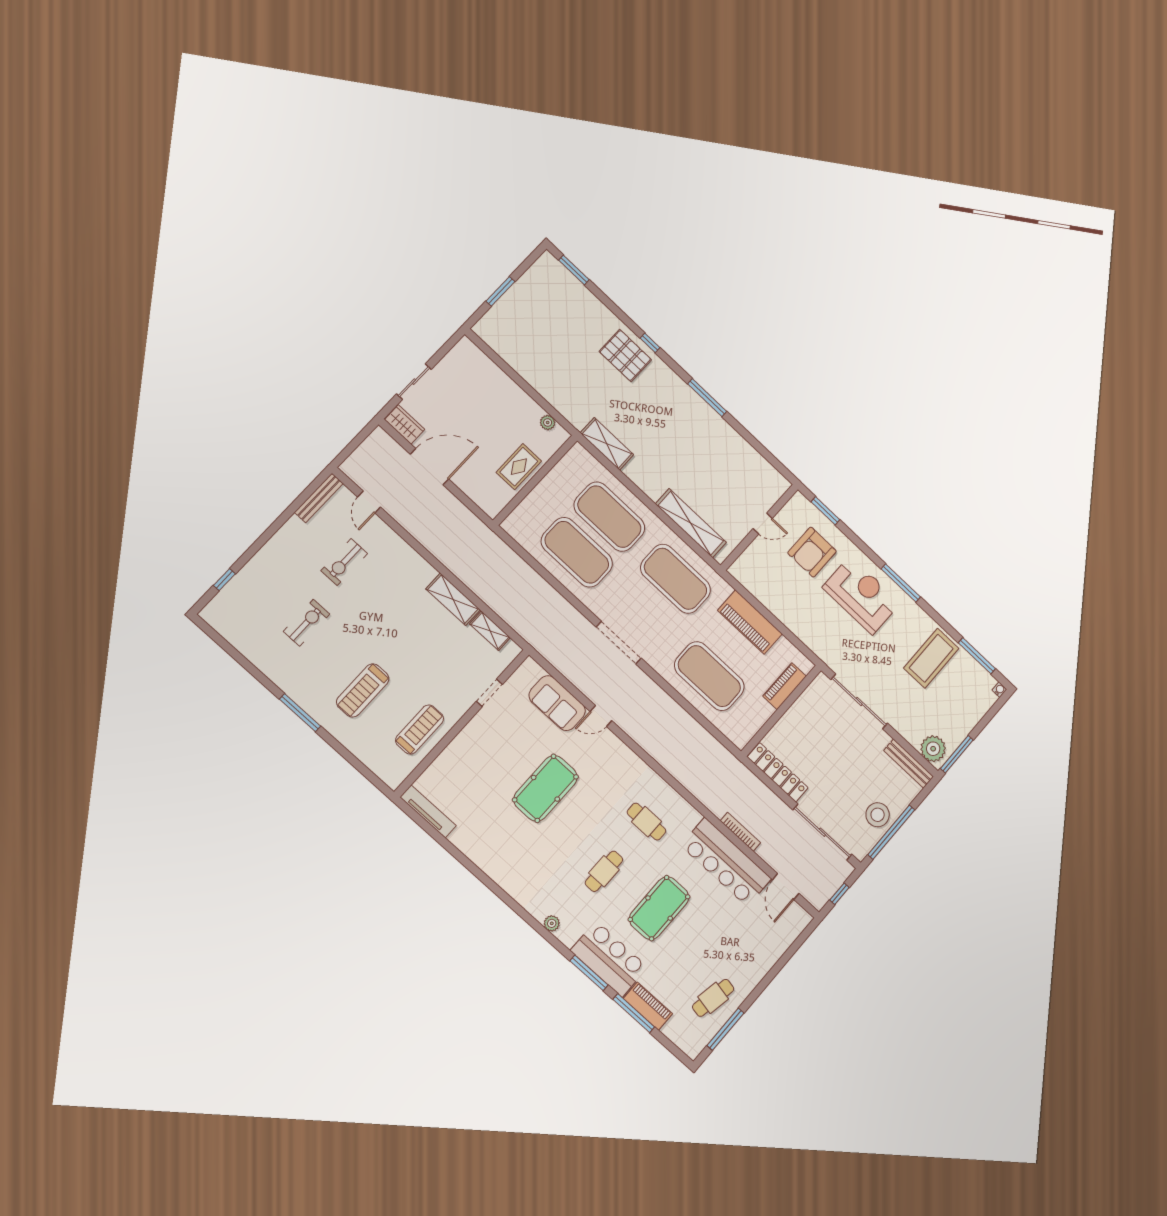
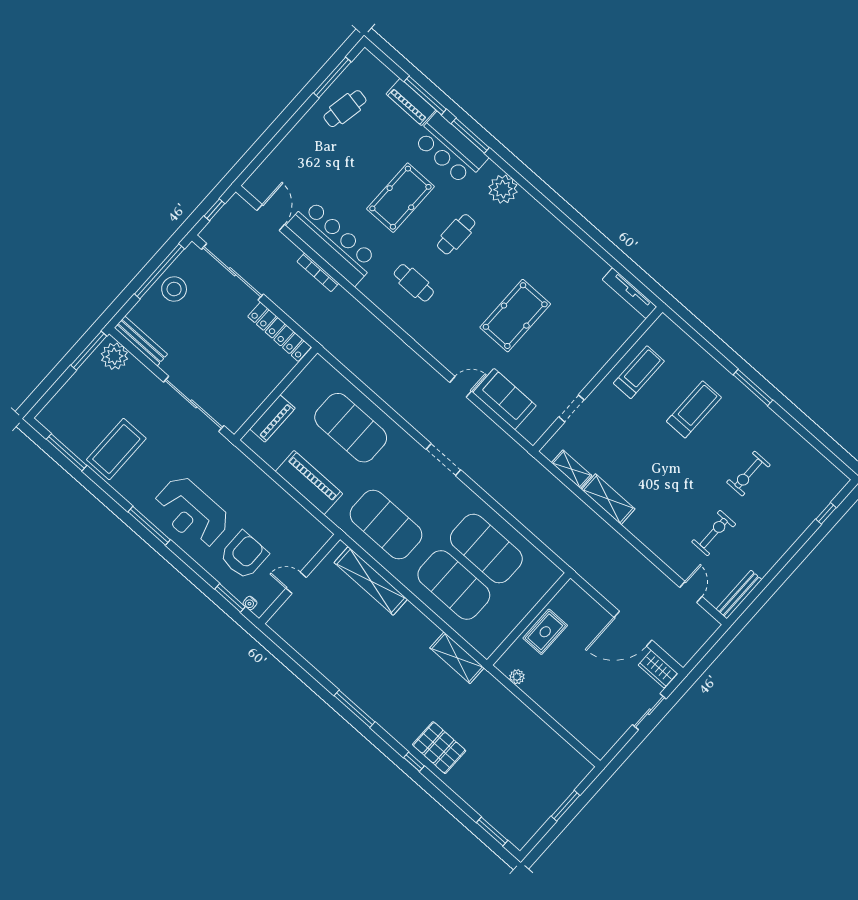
doorway: (619, 643) -> (443, 460), width x0.73
water cooler: (999, 690) -> (250, 603), moved
treadmill: (420, 729) -> (639, 372), turned 180
plant: (552, 923) -> (503, 189), width x1.88, depth x1.88

